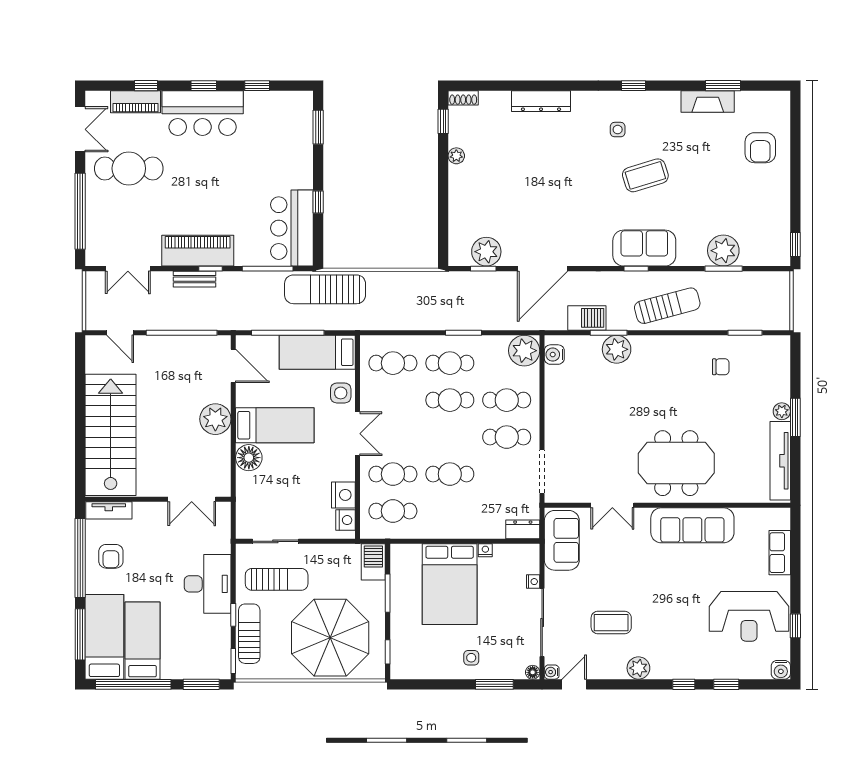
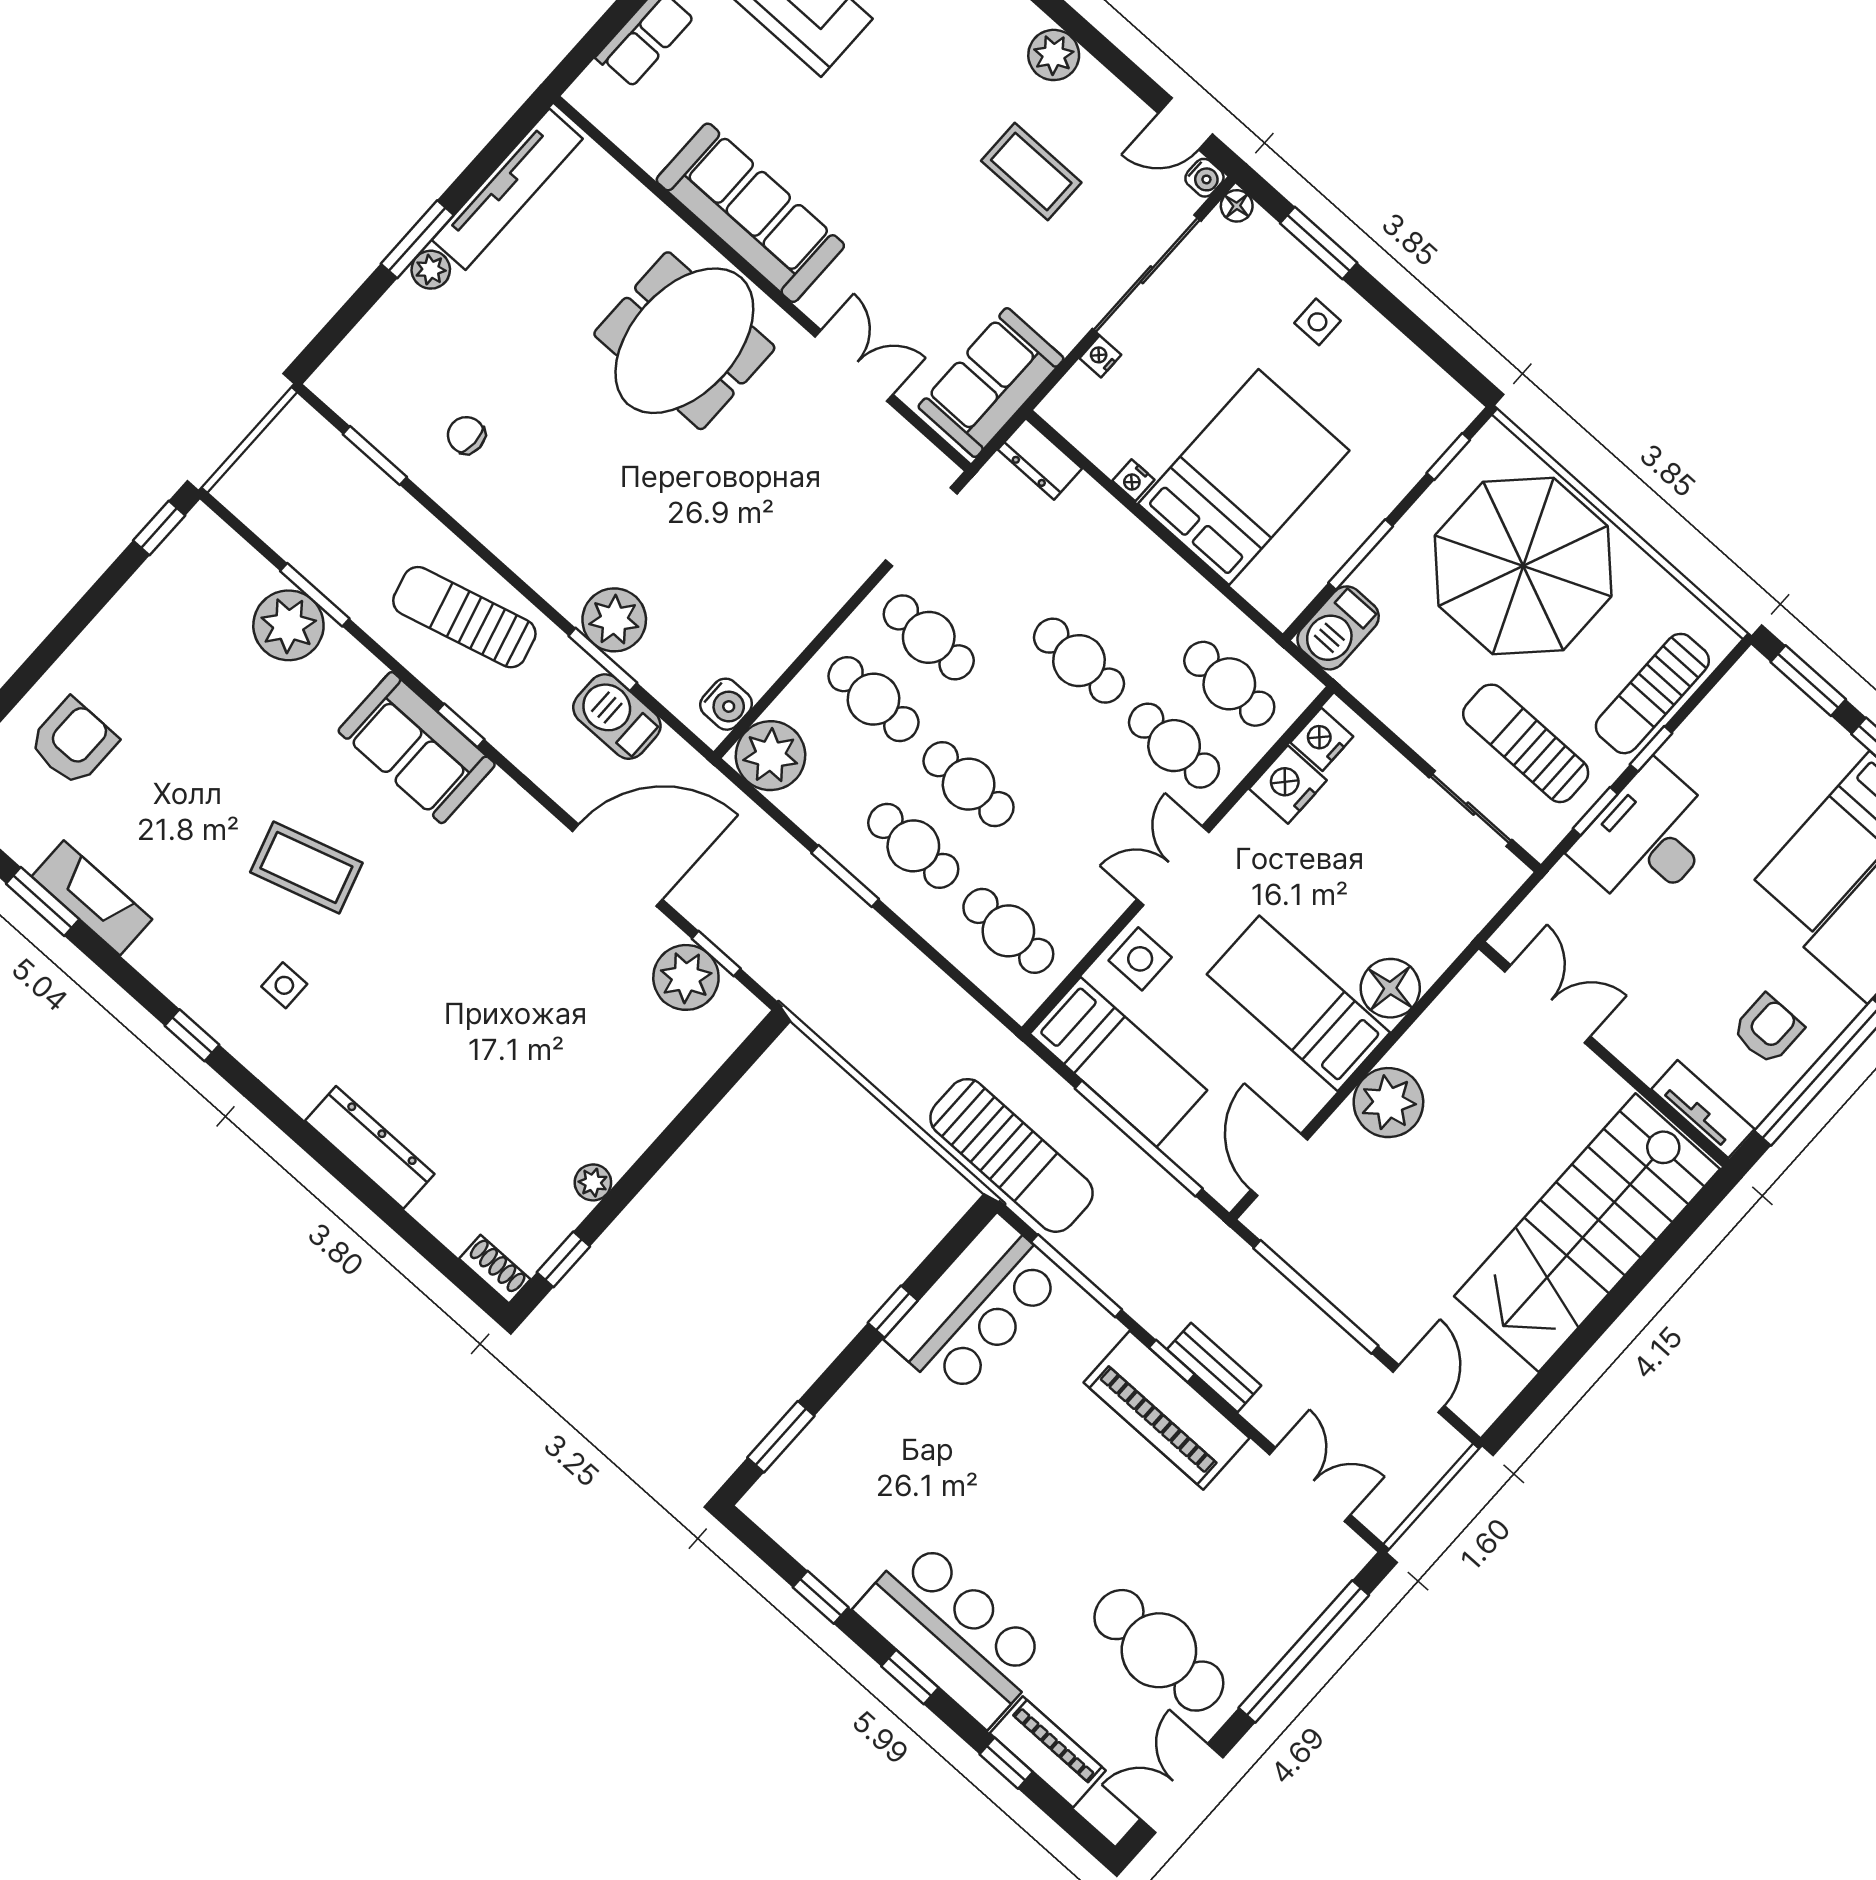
meeting table: (676, 463) -> (684, 341), turned 90
window: (233, 661) -> (1595, 811), moved

